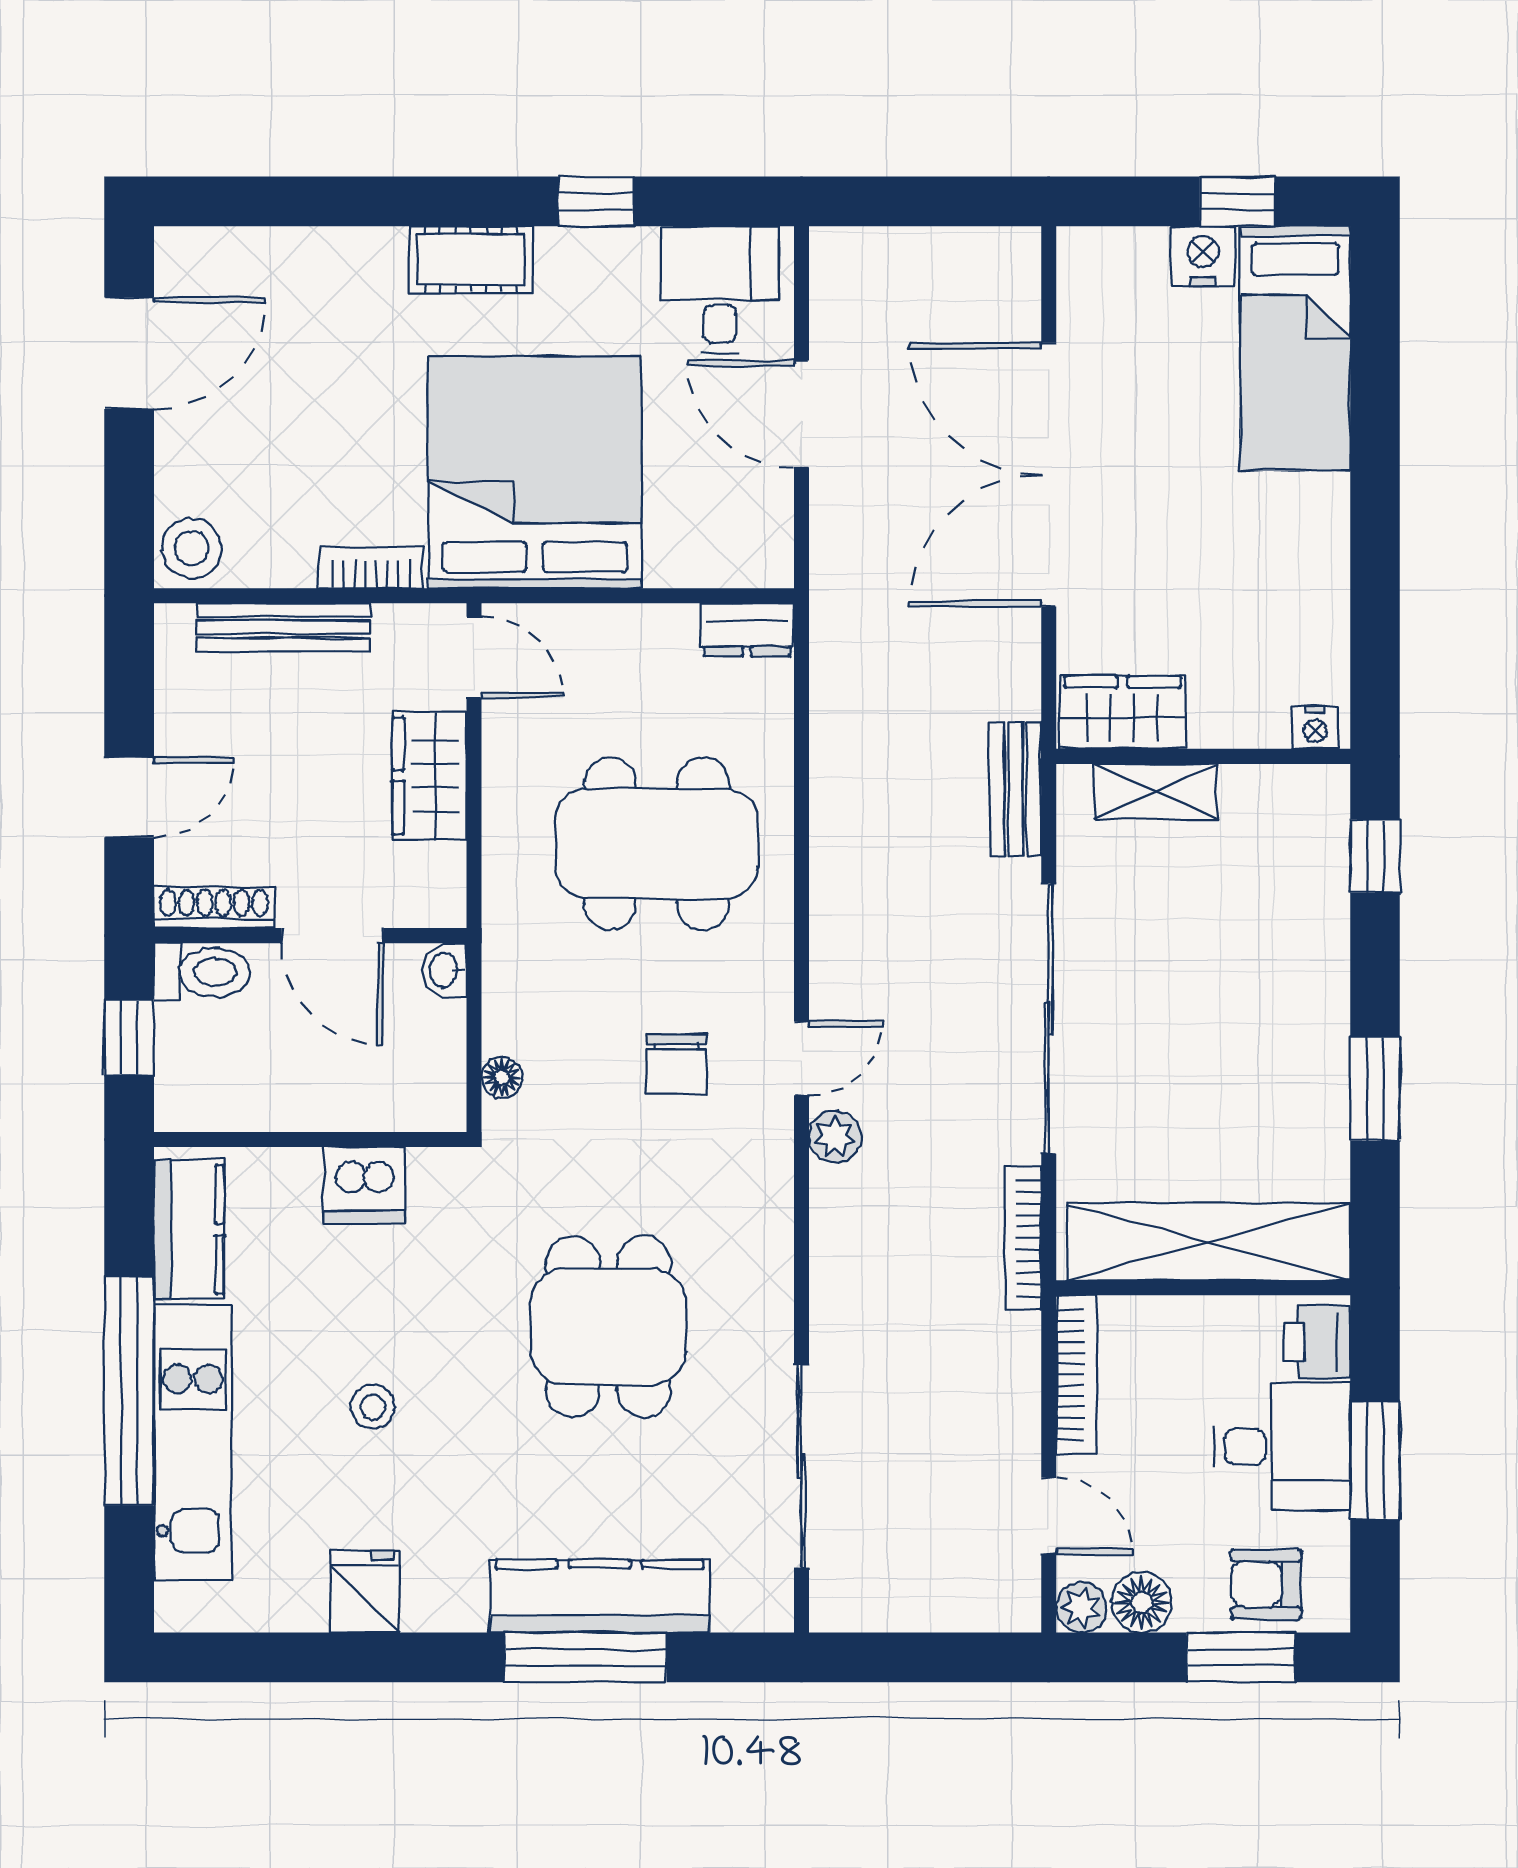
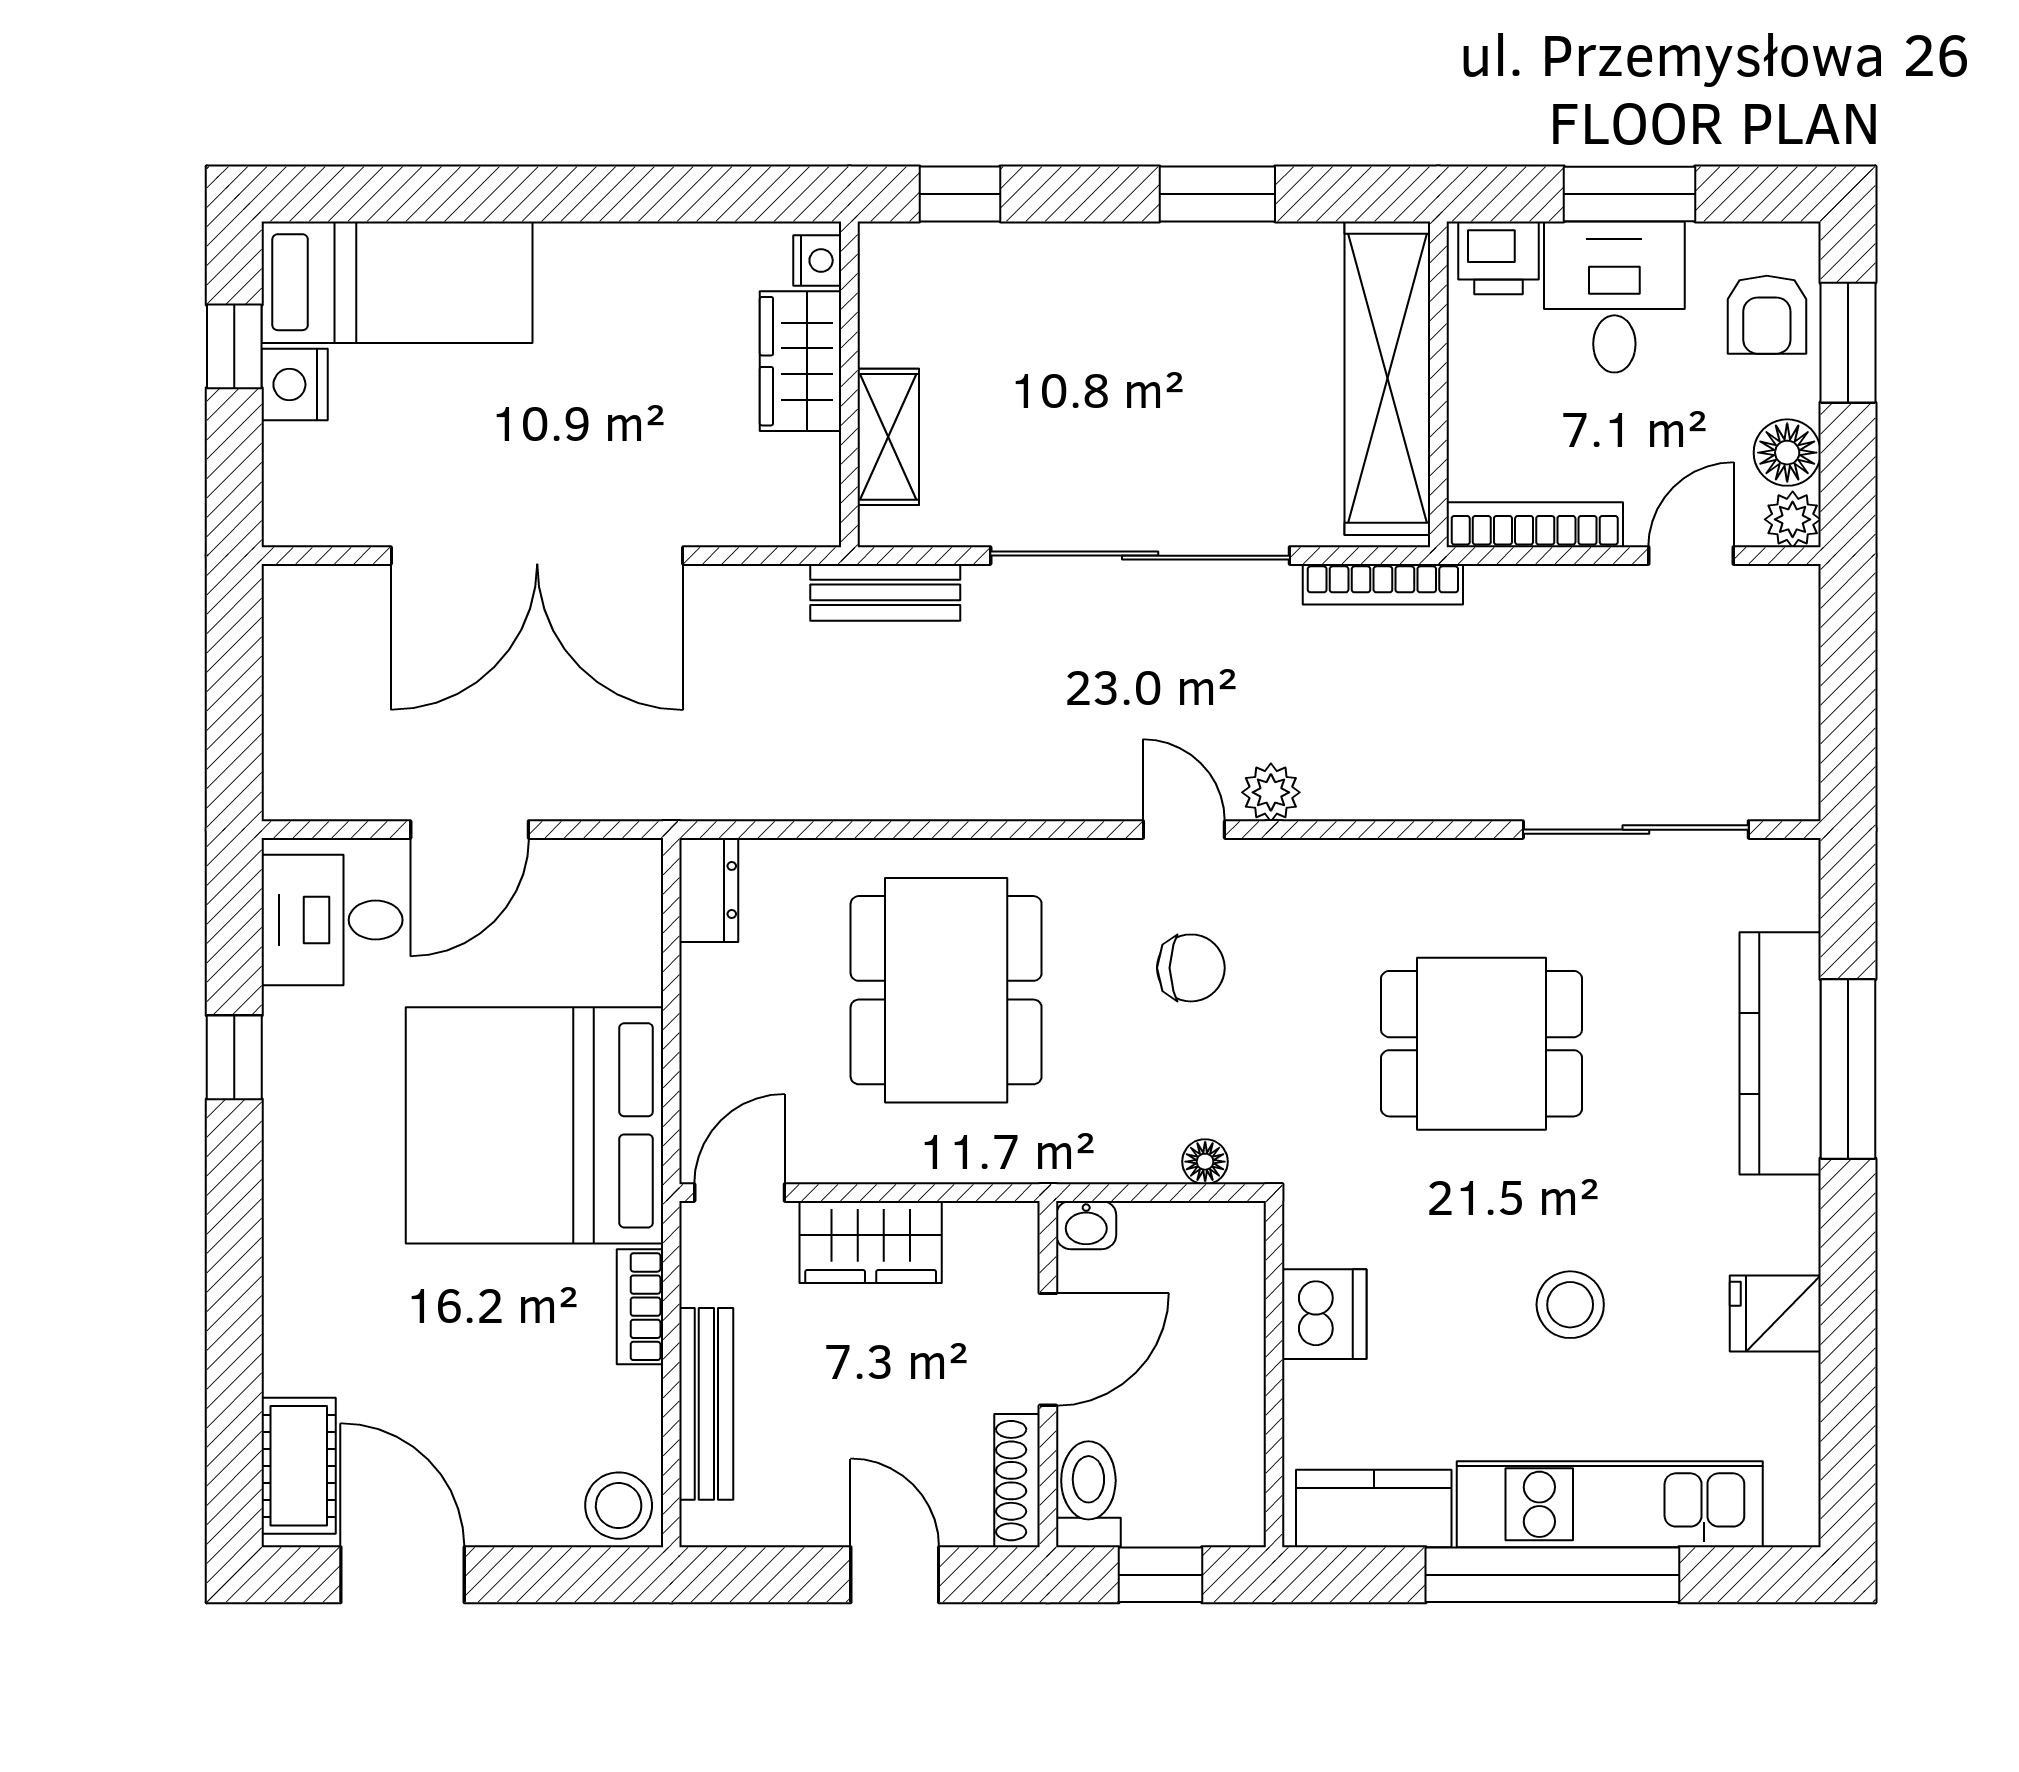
cot: (471, 260) -> (299, 1466), moved
wardrobe: (1123, 712) -> (801, 361), moved
stool: (373, 1407) -> (1570, 1305), width x1.37, depth x1.37

